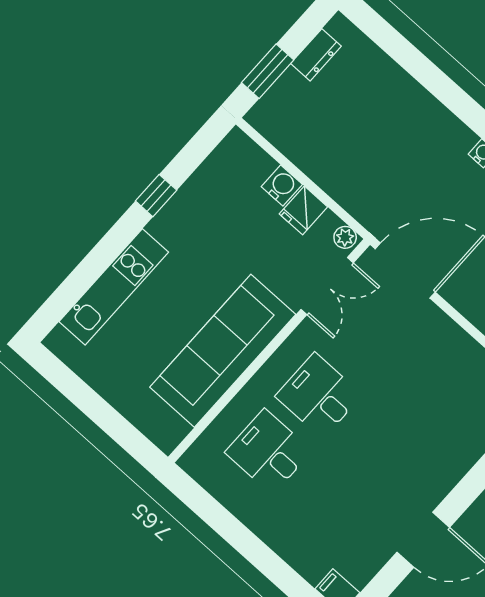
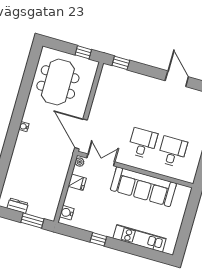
water cooler: (282, 185) -> (67, 213), moved
desk: (319, 396) -> (143, 143), turned 180
desk: (268, 452) -> (172, 152), turned 180

